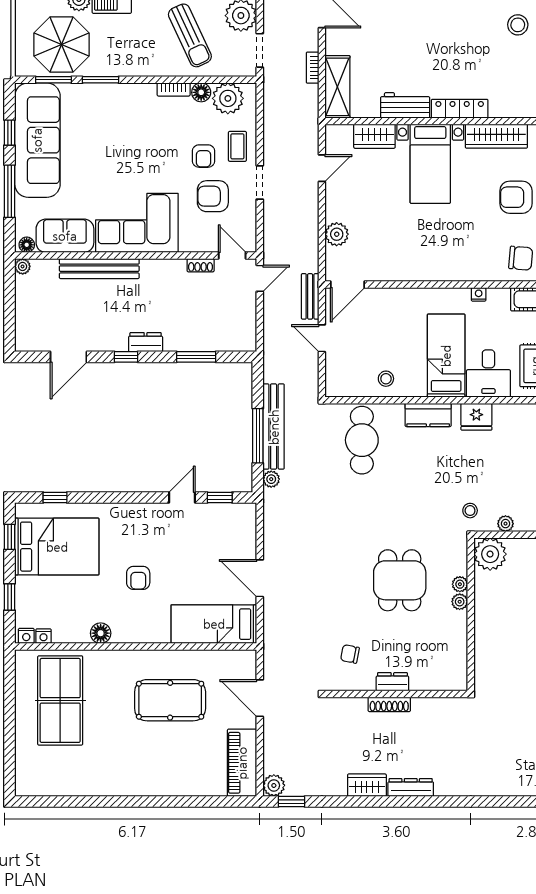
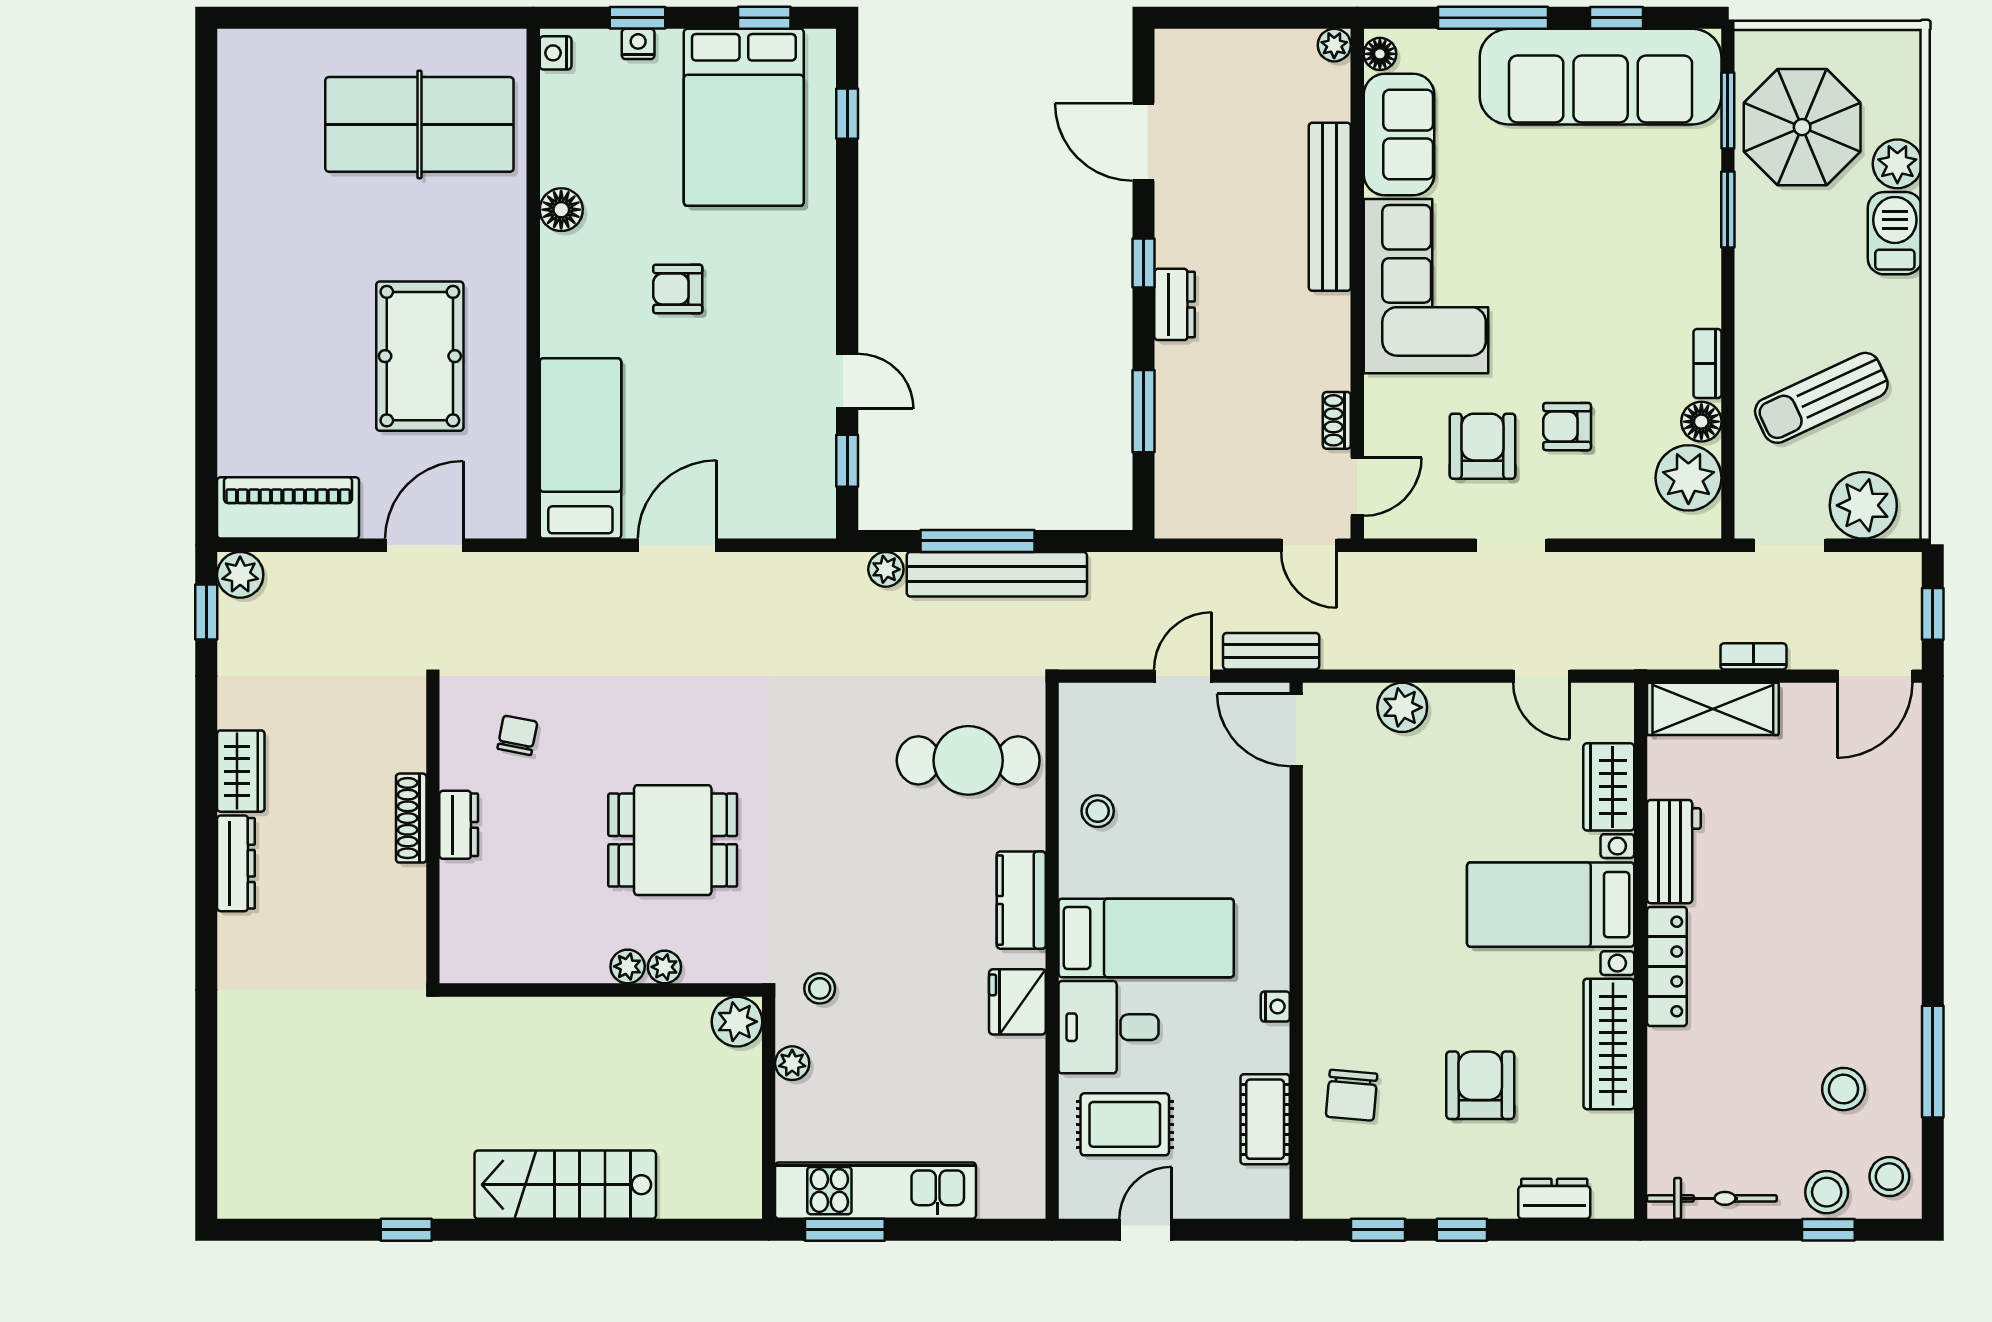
coffee table: (237, 146) -> (1587, 498), removed
plant: (490, 554) -> (737, 1022), width x0.73, depth x0.73
nightstand: (43, 636) -> (638, 44), moved, turned 90

